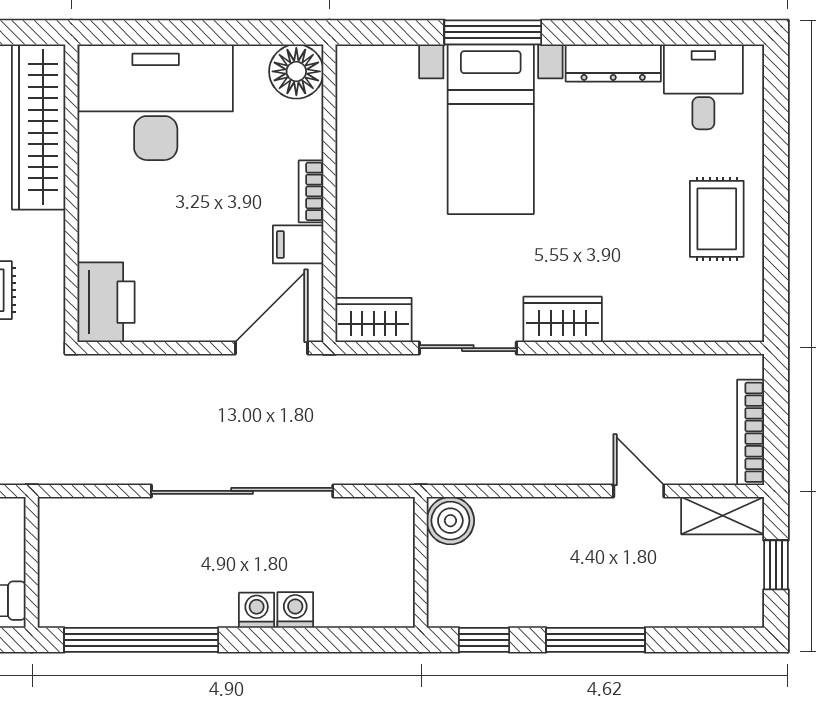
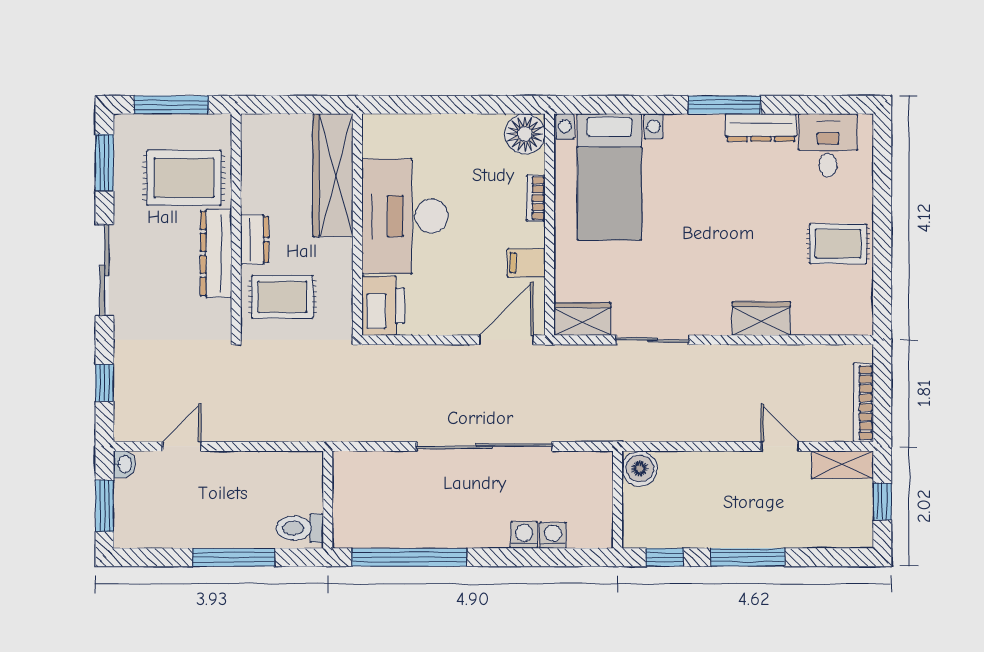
window: (493, 32) -> (724, 105), moved
desk: (156, 102) -> (405, 216), moved, turned -90
bed with nightstands: (491, 129) -> (609, 177), moved
bookcase: (311, 191) -> (536, 198), moved
rug: (717, 219) -> (838, 244), turned 90
wardrobe: (563, 319) -> (761, 319), moved
washing machine: (257, 610) -> (553, 535), moved

